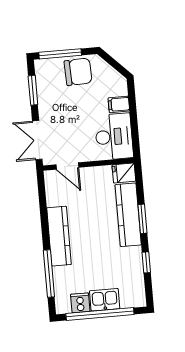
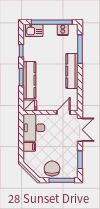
chair: (78, 72) -> (52, 169), turned 92
door: (67, 166) -> (63, 113), hinge flipped
kitchen sink: (105, 300) -> (34, 30), moved

